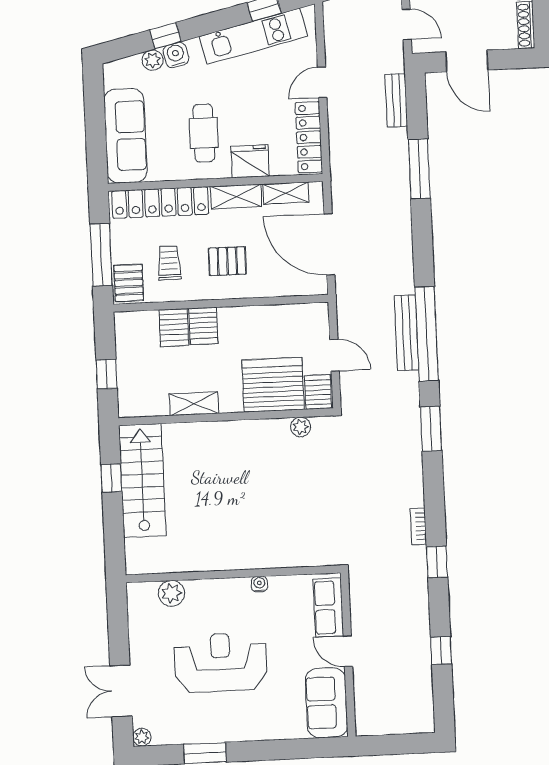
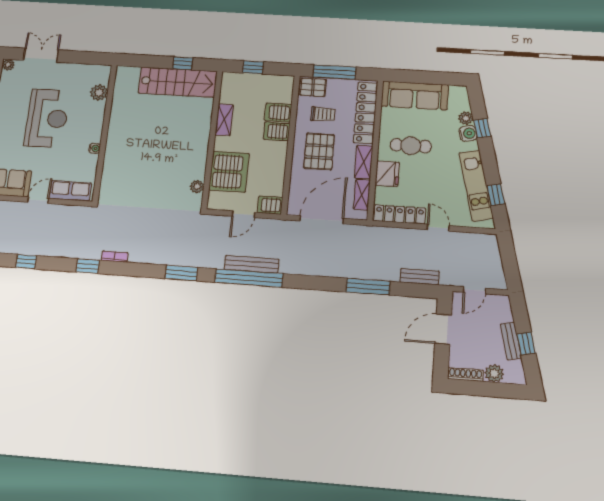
pallet: (227, 261) -> (319, 151), width x1.50, depth x1.42
server rack: (318, 392) -> (270, 205), moved, turned 180

